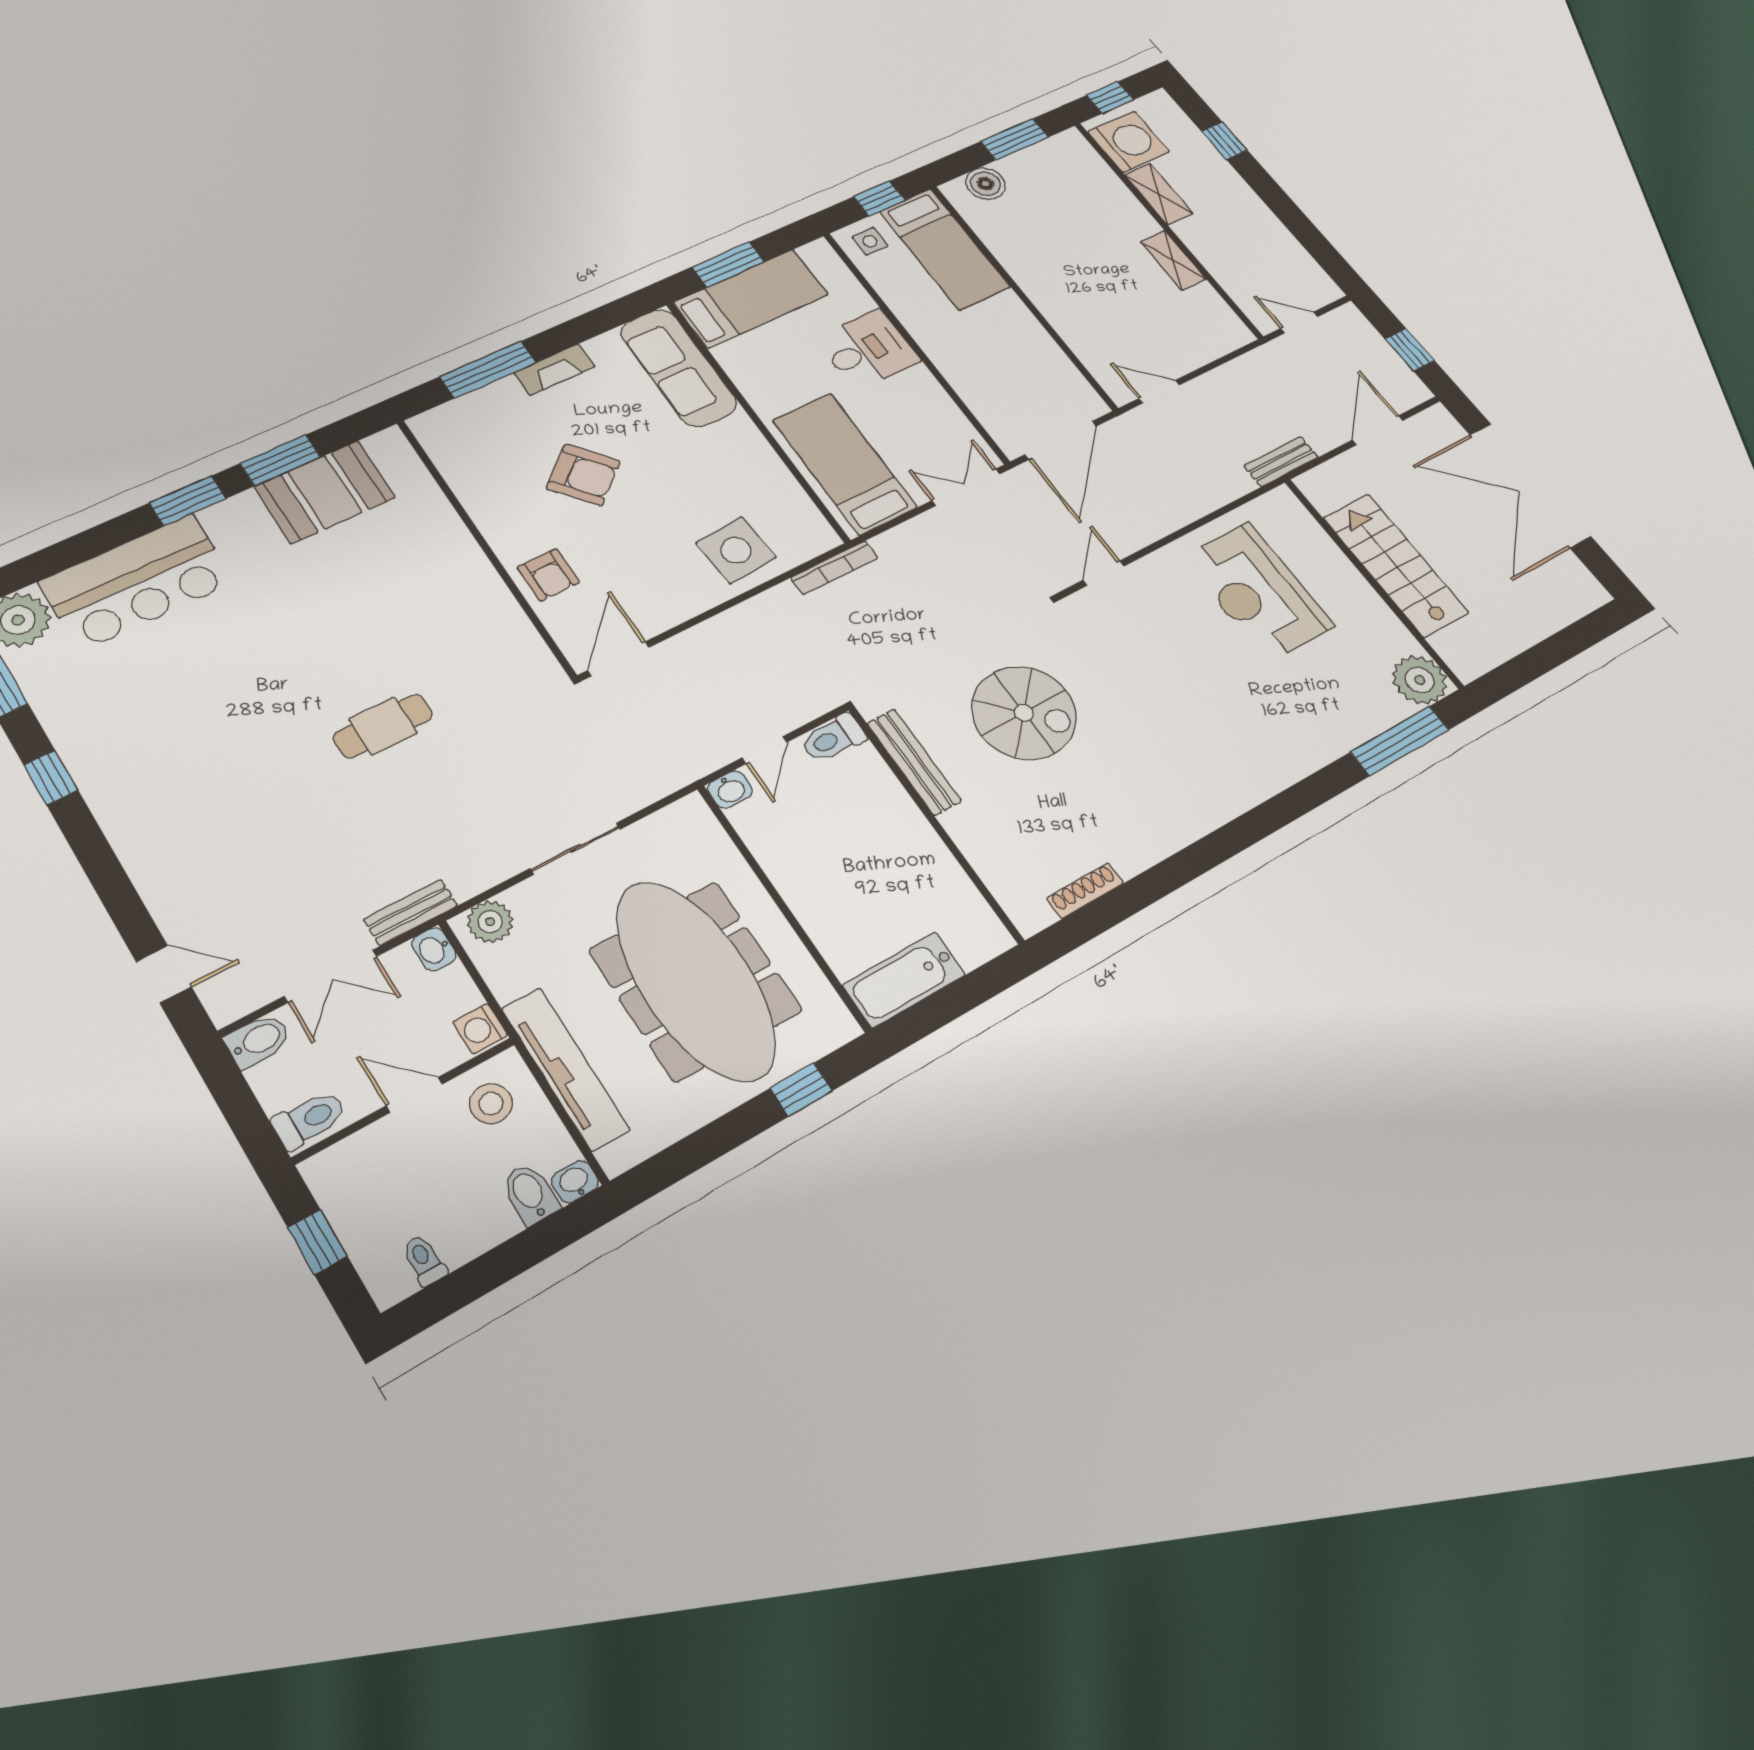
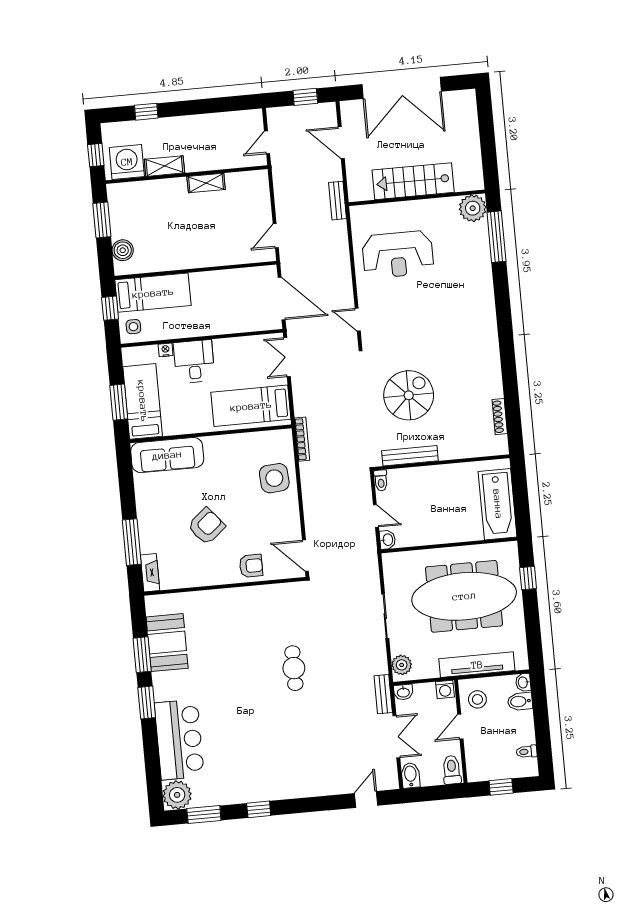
nightstand: (861, 301) -> (166, 350), added
fireplace: (554, 370) -> (150, 573), moved
toilet: (833, 738) -> (381, 480), width x0.73, depth x0.72
bathtub: (904, 980) -> (498, 504), width x1.36, depth x1.36

